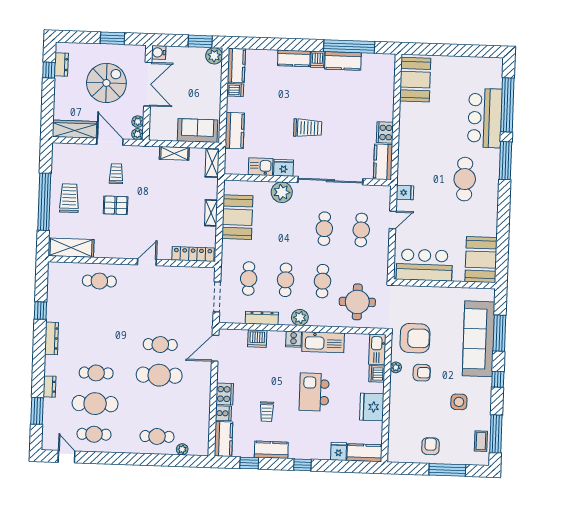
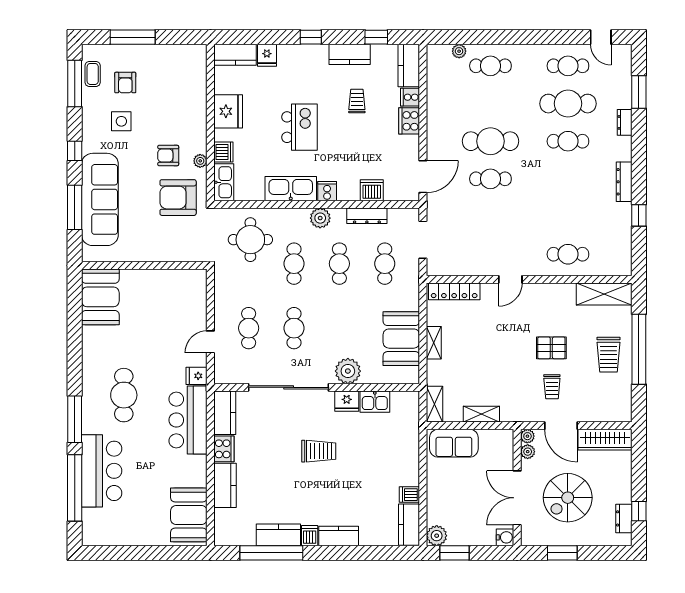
trolley: (308, 128) -> (319, 451), turned 180
kitchen counter: (235, 131) -> (225, 485), moved, turned 180
bar counter: (424, 265) -> (188, 420), moved, turned 90
armchair: (431, 446) -> (125, 83), moved

